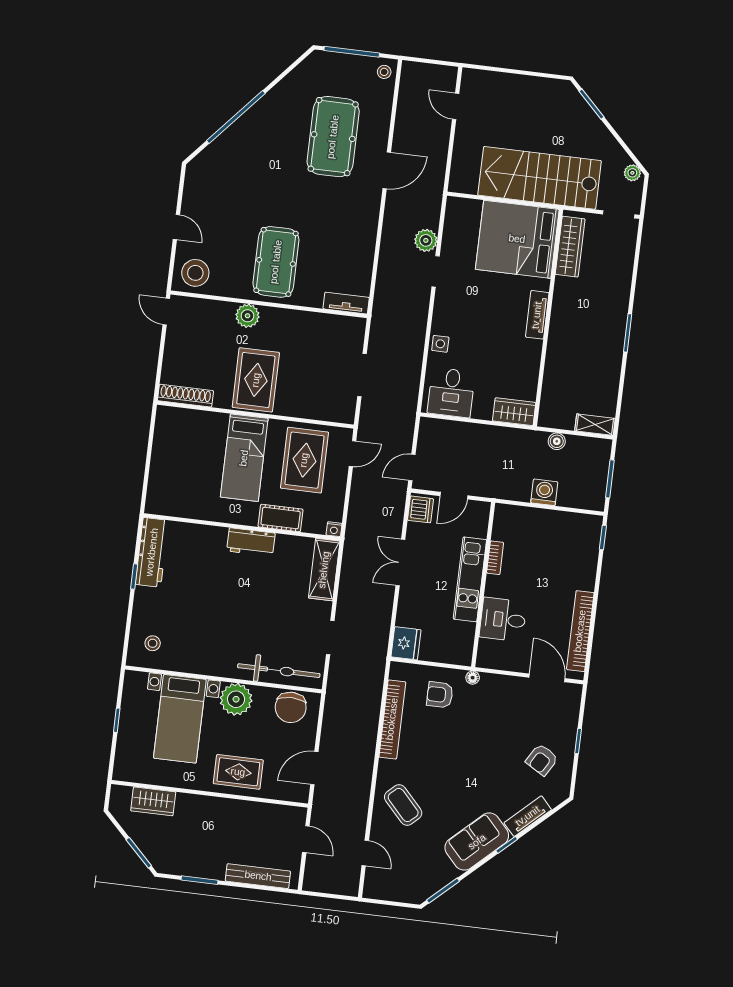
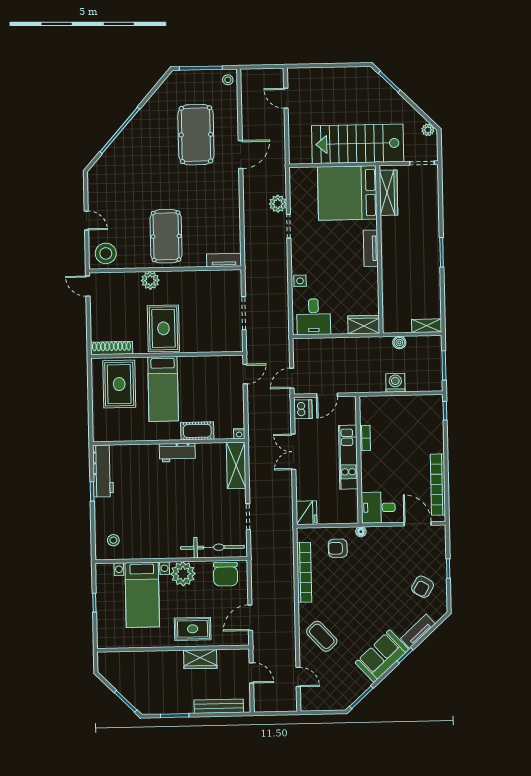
rug: (304, 460) -> (119, 384), moved
desk: (503, 620) -> (378, 508), moved
wardrobe: (153, 801) -> (200, 659), moved

